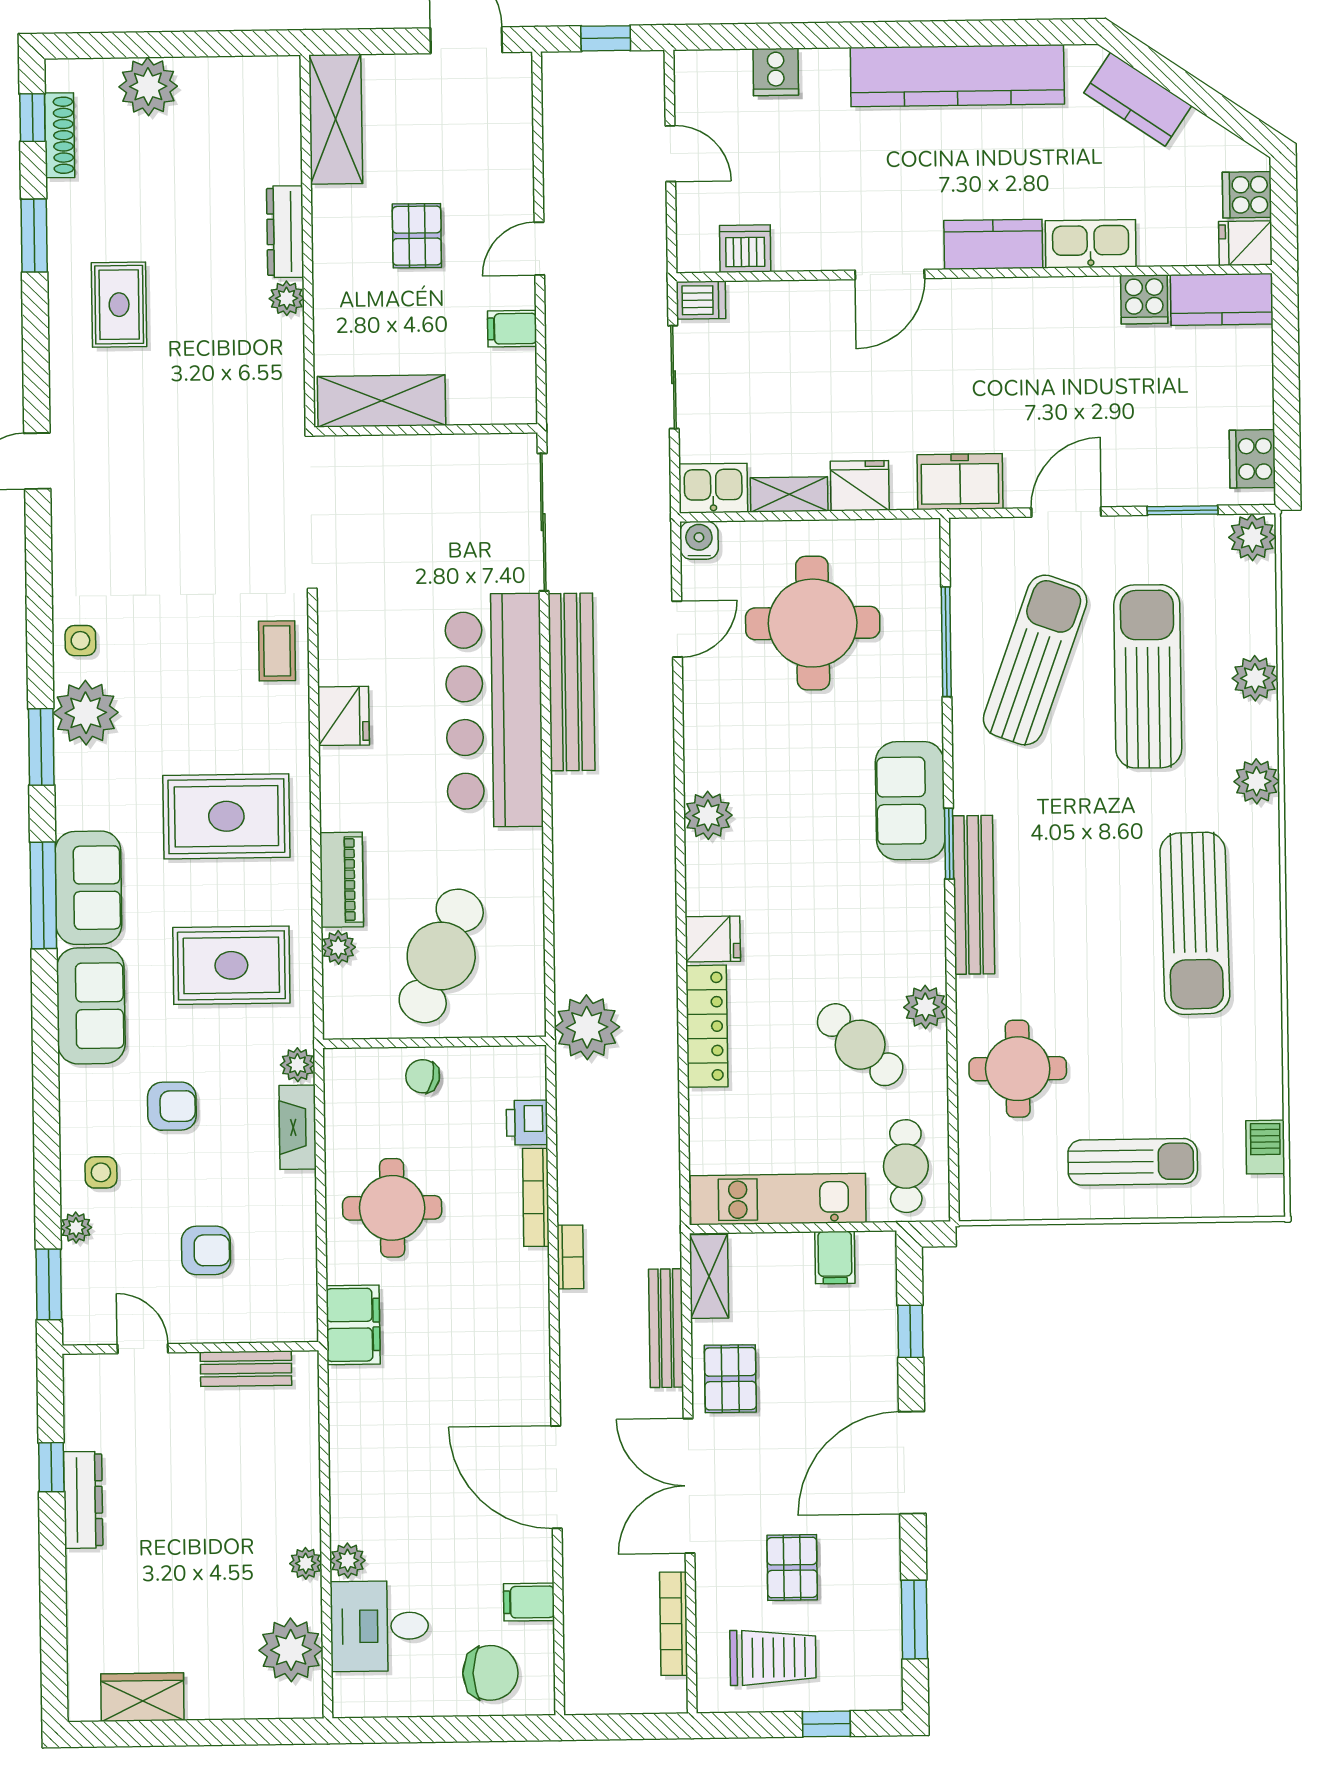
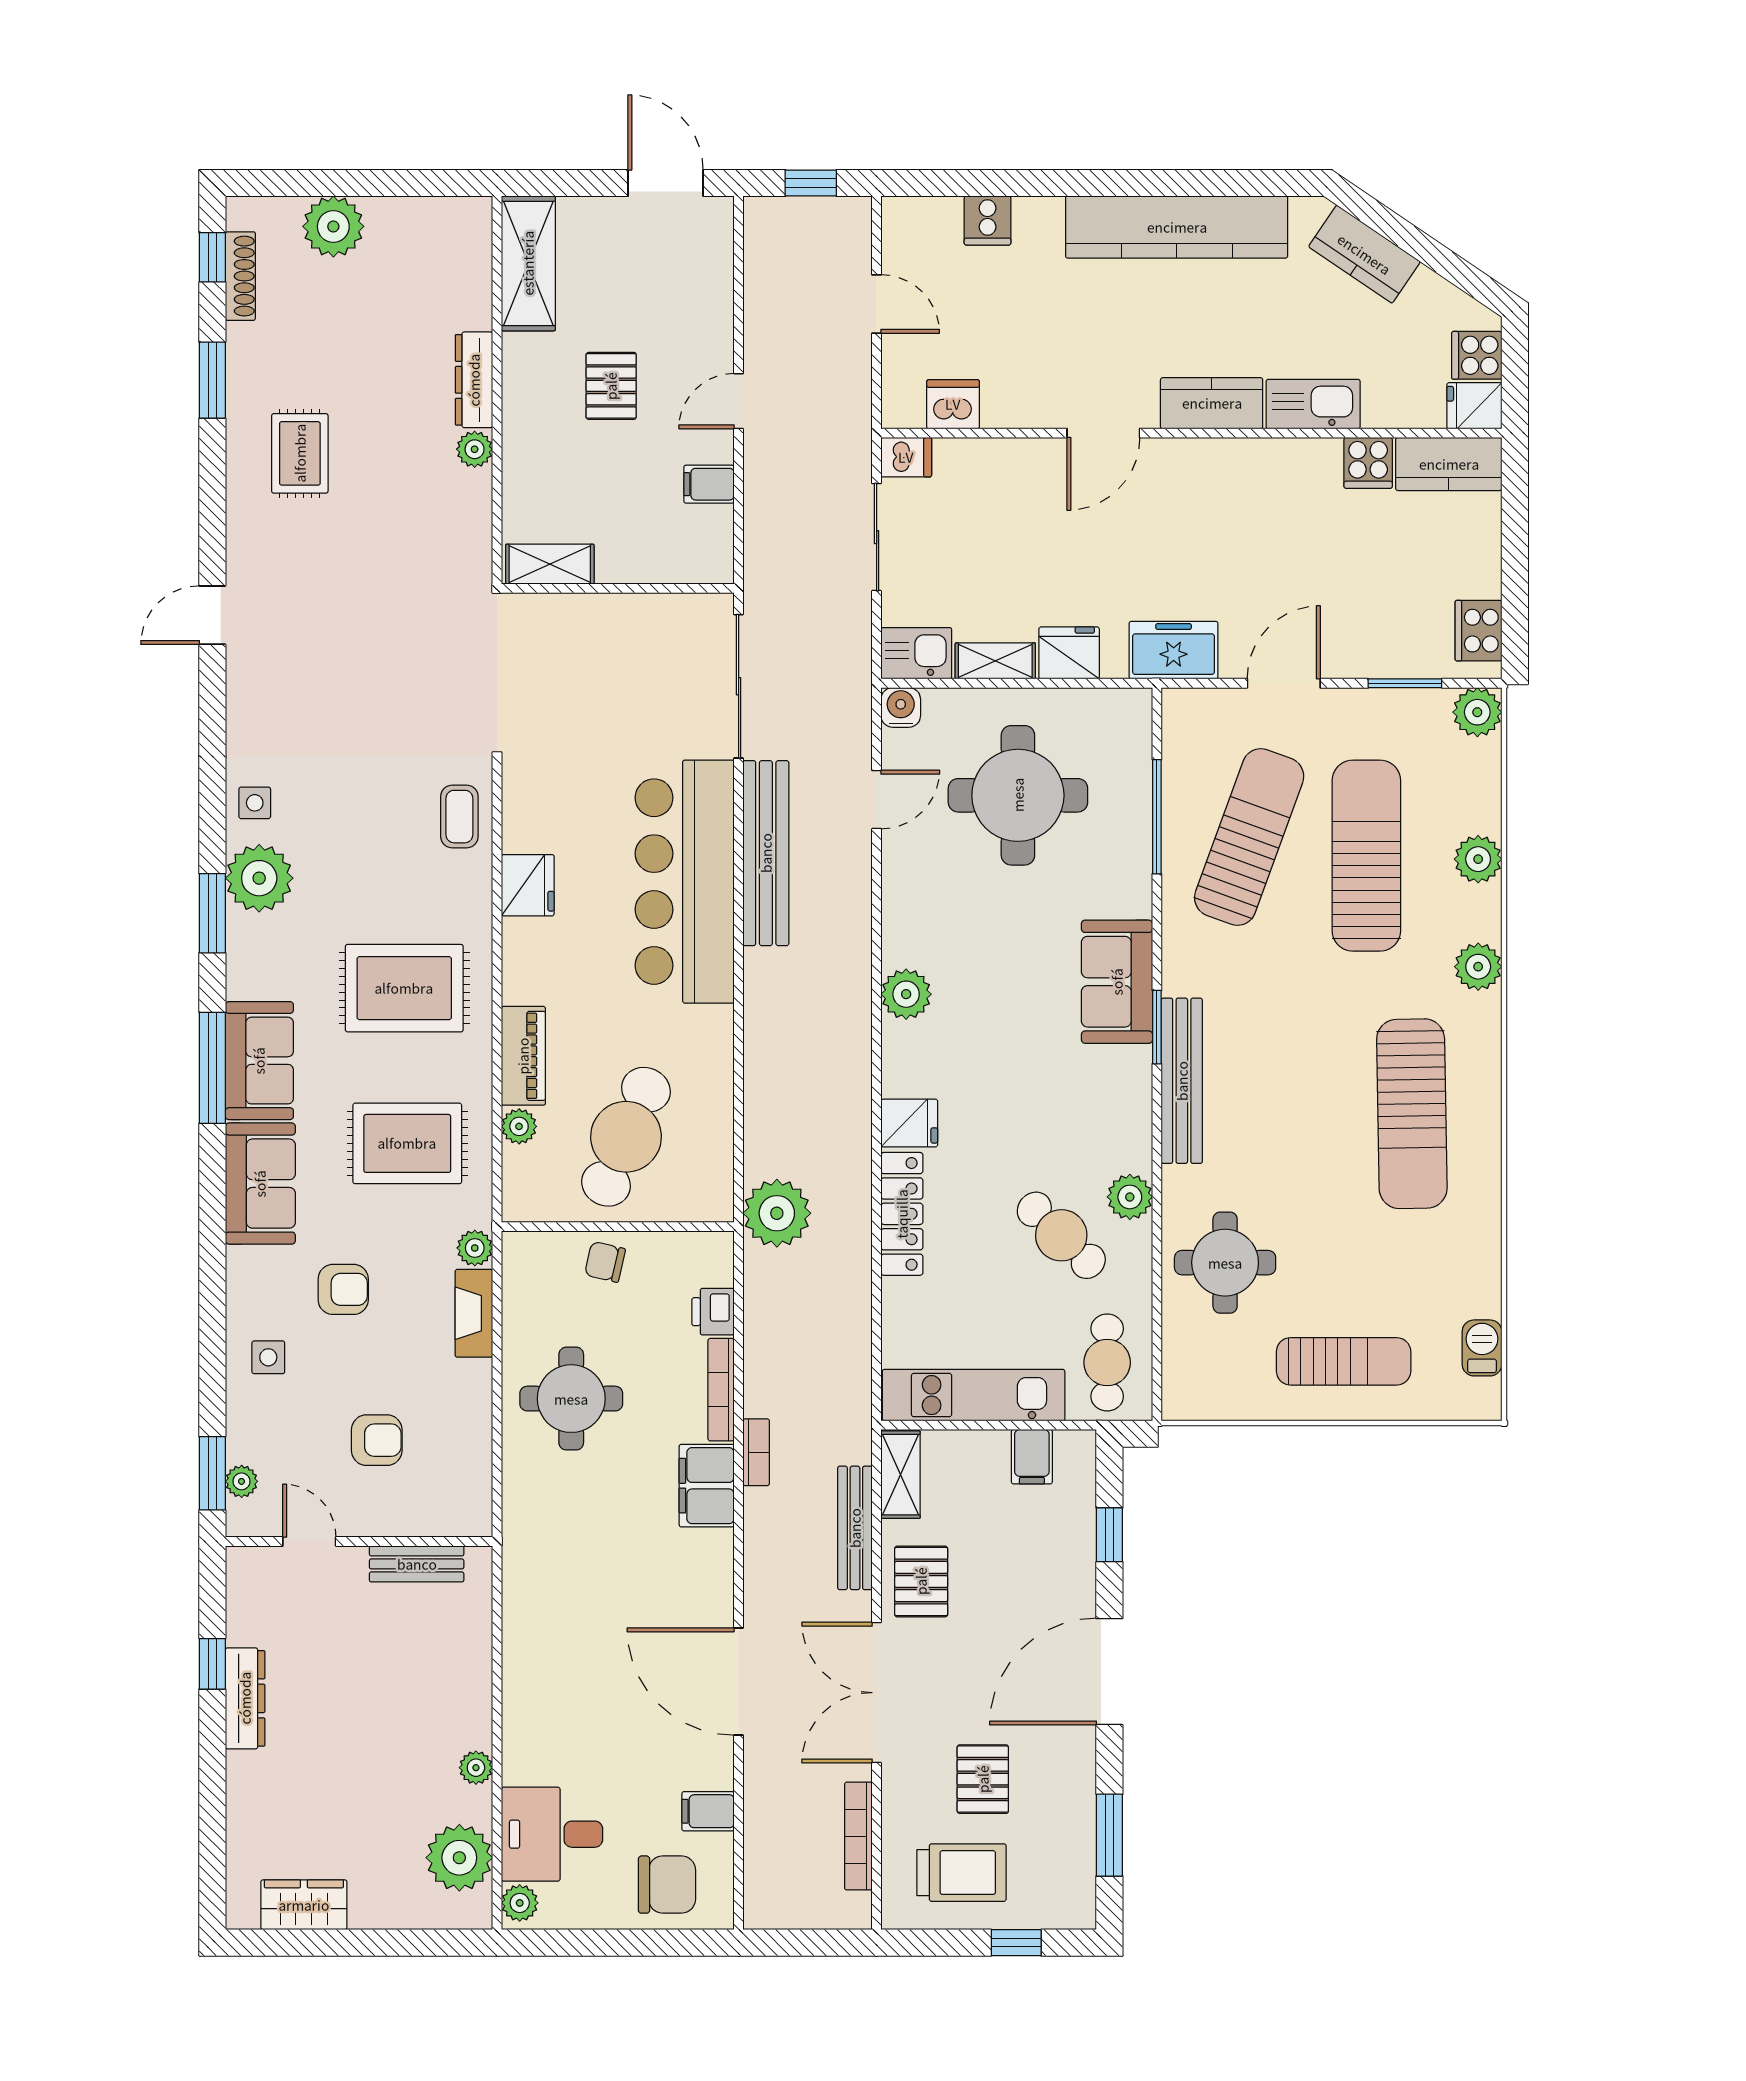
shelving: (381, 401) -> (550, 564), width x0.67, depth x0.75
plant: (76, 1228) -> (242, 1481), moved
filing cabinet: (353, 1325) -> (707, 1486), moved, turned 180
plant: (348, 1561) -> (520, 1903), moved

